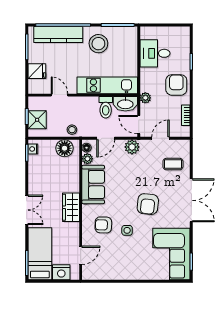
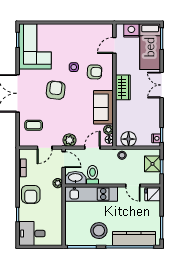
desk: (155, 53) -> (32, 234), moved, turned 180
fridge: (37, 71) -> (153, 194), moved

